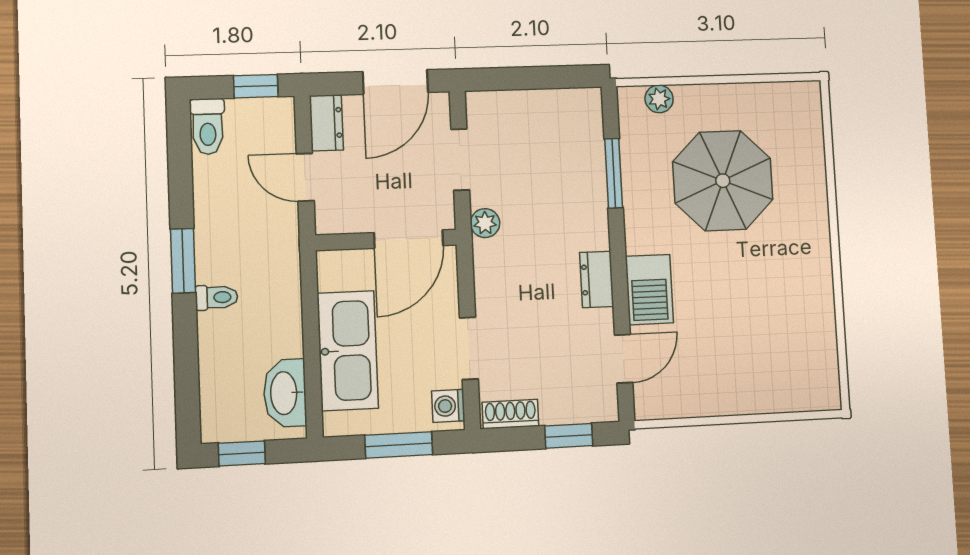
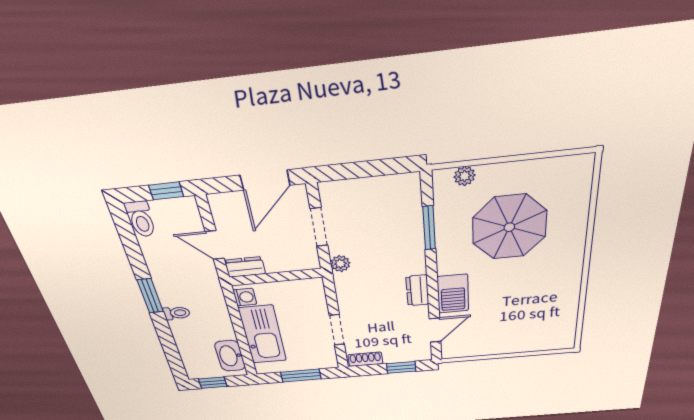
dresser: (326, 123) -> (245, 267), moved, turned -90
door: (409, 239) -> (290, 276), removed
washing machine: (448, 406) -> (245, 297), moved, turned 180

